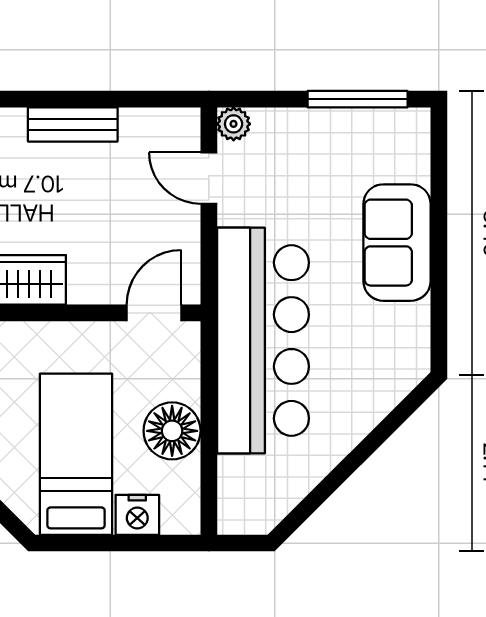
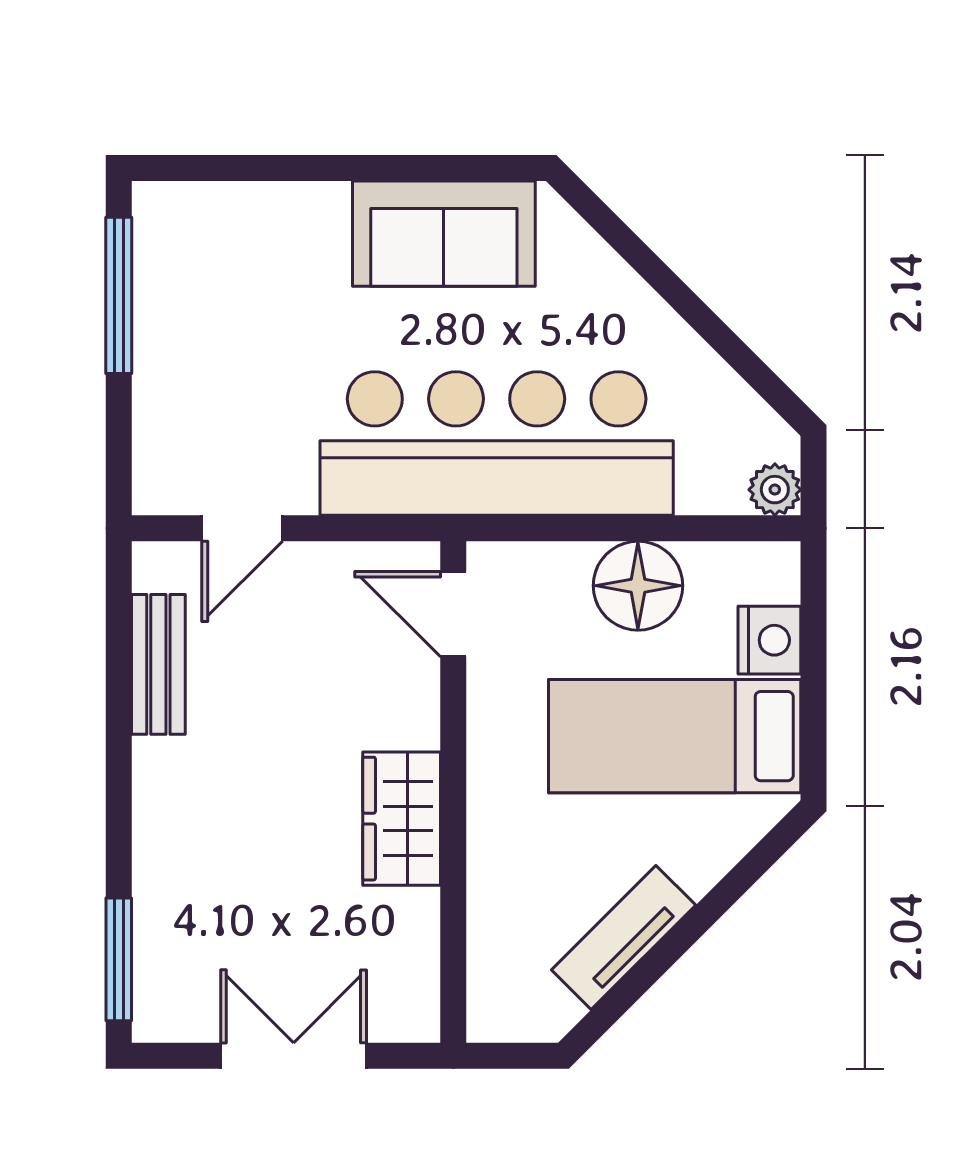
bench: (73, 124) -> (158, 664), moved
plant: (234, 124) -> (775, 490), moved
sofa: (397, 243) -> (444, 234), moved

